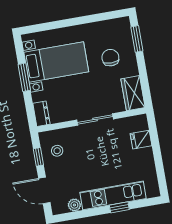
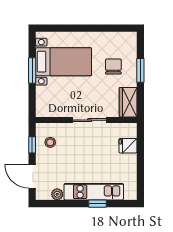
window: (137, 39) -> (140, 70), moved
dresser: (41, 114) -> (42, 106), removed

